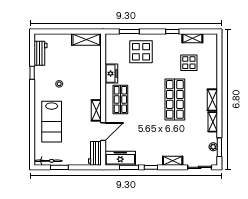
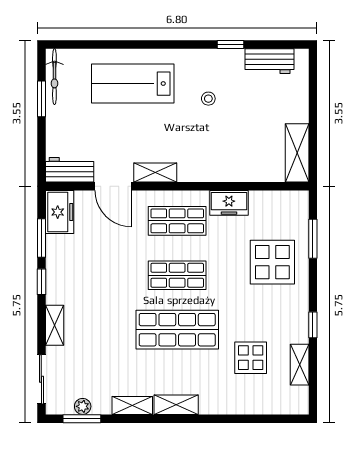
shop shelf: (148, 99) -> (177, 275), added
freezer: (120, 158) -> (60, 212), width x0.71

